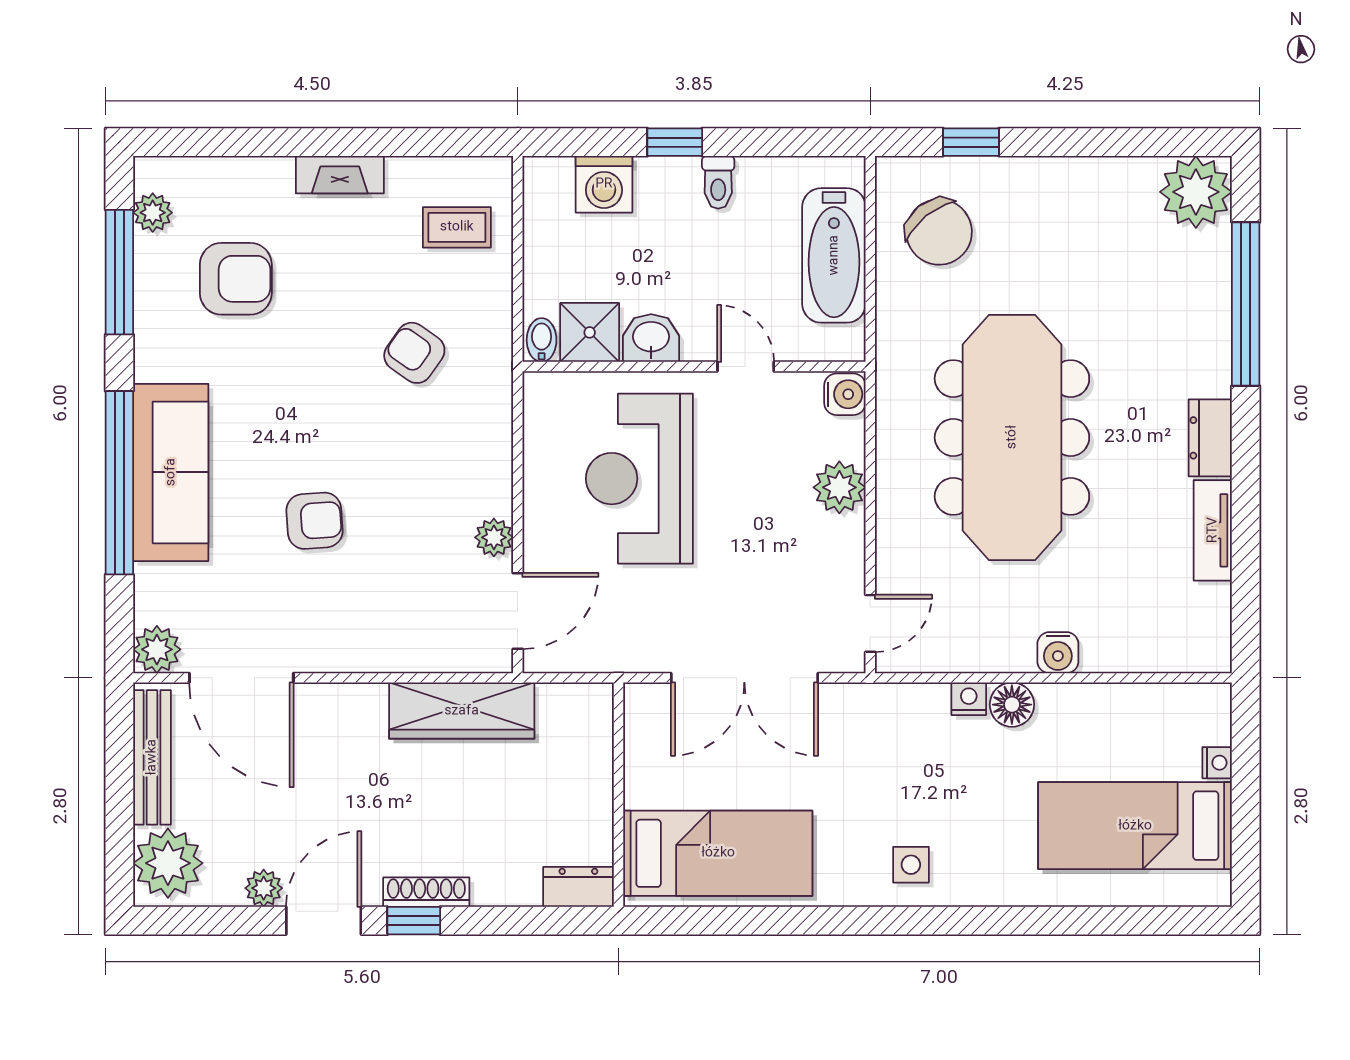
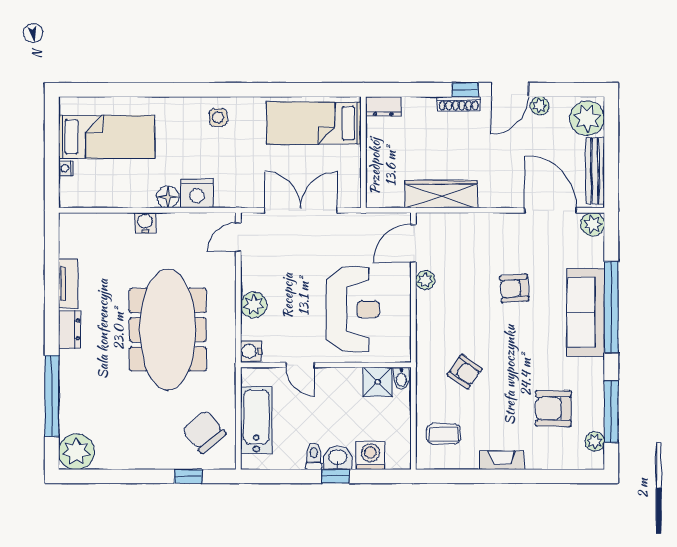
washbasin: (651, 338) -> (338, 458), moved, turned 180
nightstand: (969, 699) -> (197, 193), width x1.89, depth x1.79

